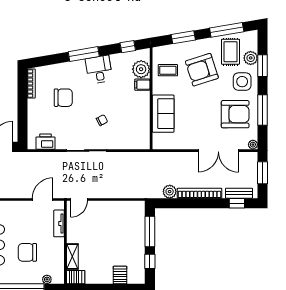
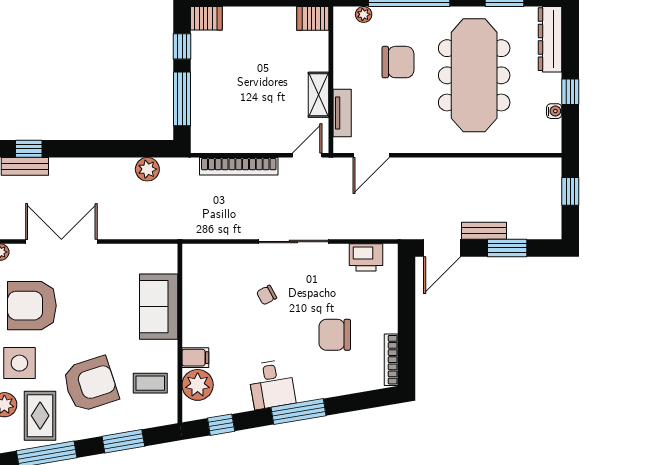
bookcase: (199, 193) -> (239, 166), moved
shelving: (72, 257) -> (319, 95), moved
server rack: (120, 275) -> (206, 18), moved, turned -90

